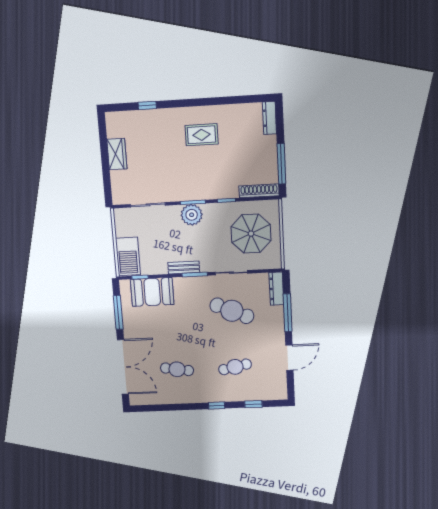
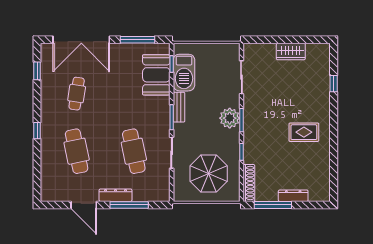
dresser: (269, 118) -> (293, 196), moved
rug: (202, 135) -> (304, 132), turned 90
barbecue: (128, 257) -> (184, 73), moved, turned -90
dresser: (276, 289) -> (116, 195), moved
cafe table: (232, 311) -> (134, 151), turned -36
cafe table: (235, 367) -> (77, 151), width x1.37, depth x1.35
window: (253, 404) -> (37, 71), moved

